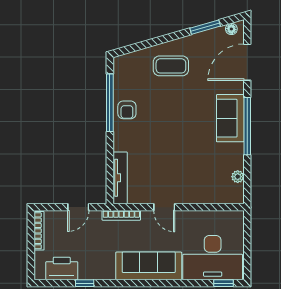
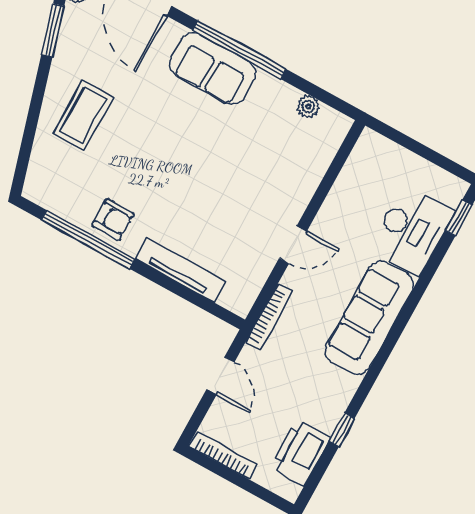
tv unit: (120, 178) -> (181, 270), moved
desk: (213, 258) -> (412, 230), width x0.73, depth x0.77

